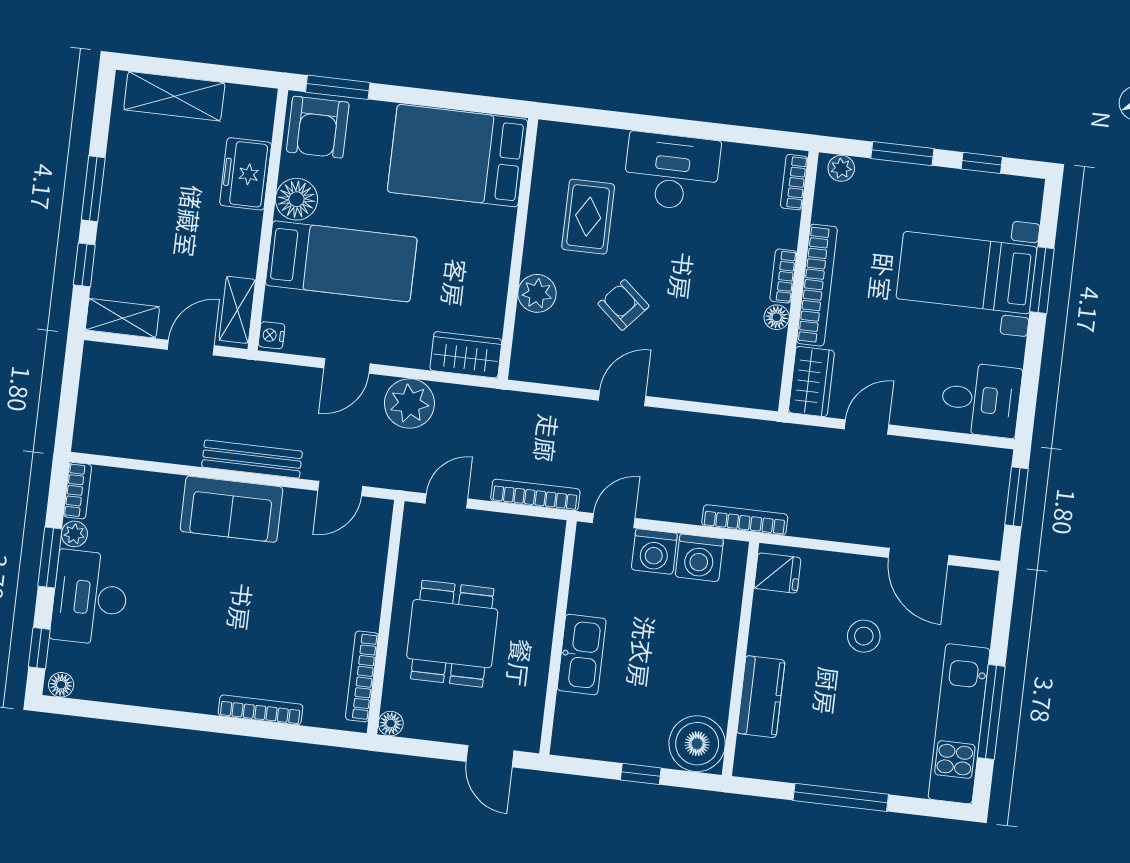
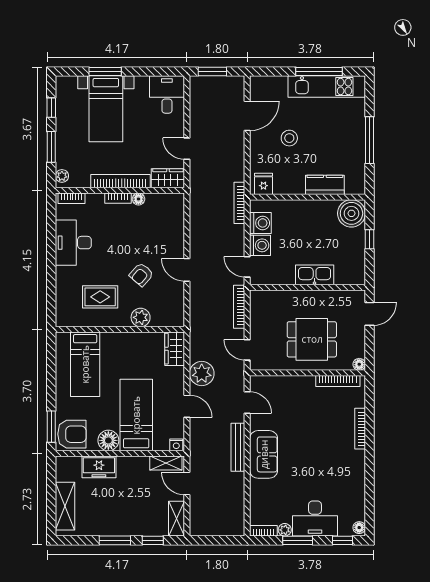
bed: (458, 156) -> (85, 364), width x0.67
desk: (672, 172) -> (73, 243), moved

